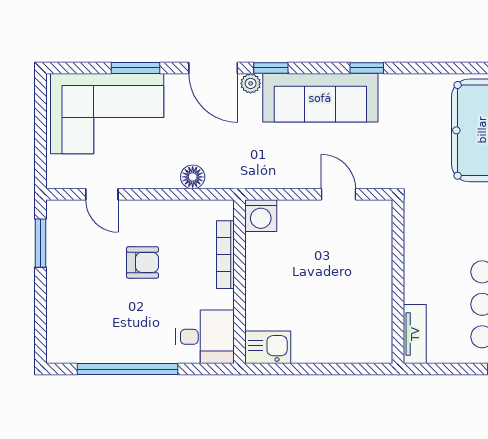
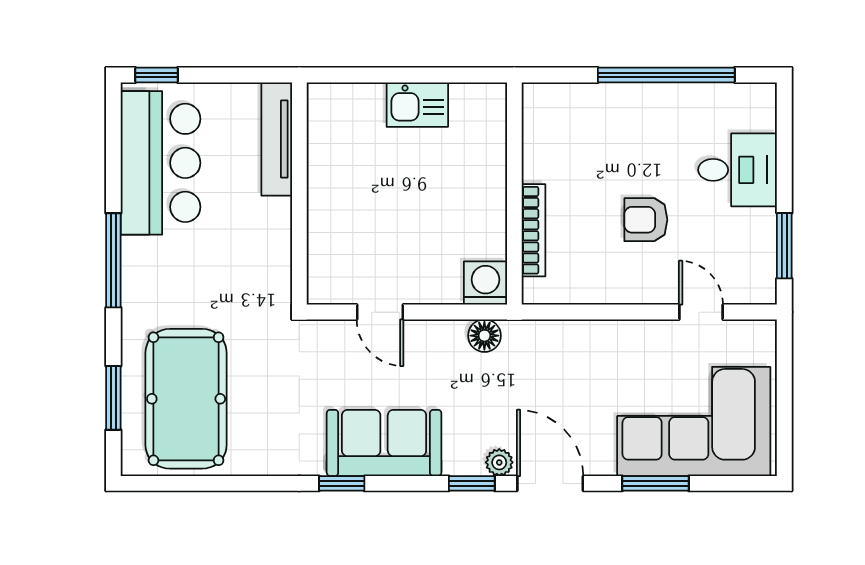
sofa: (320, 98) -> (384, 443), width x0.73
floor lamp: (193, 177) -> (484, 336), moved
tv unit: (415, 334) -> (277, 139), width x1.41
desk: (205, 337) -> (738, 170), moved, turned 180
kitchen sink: (268, 347) -> (417, 105), moved

